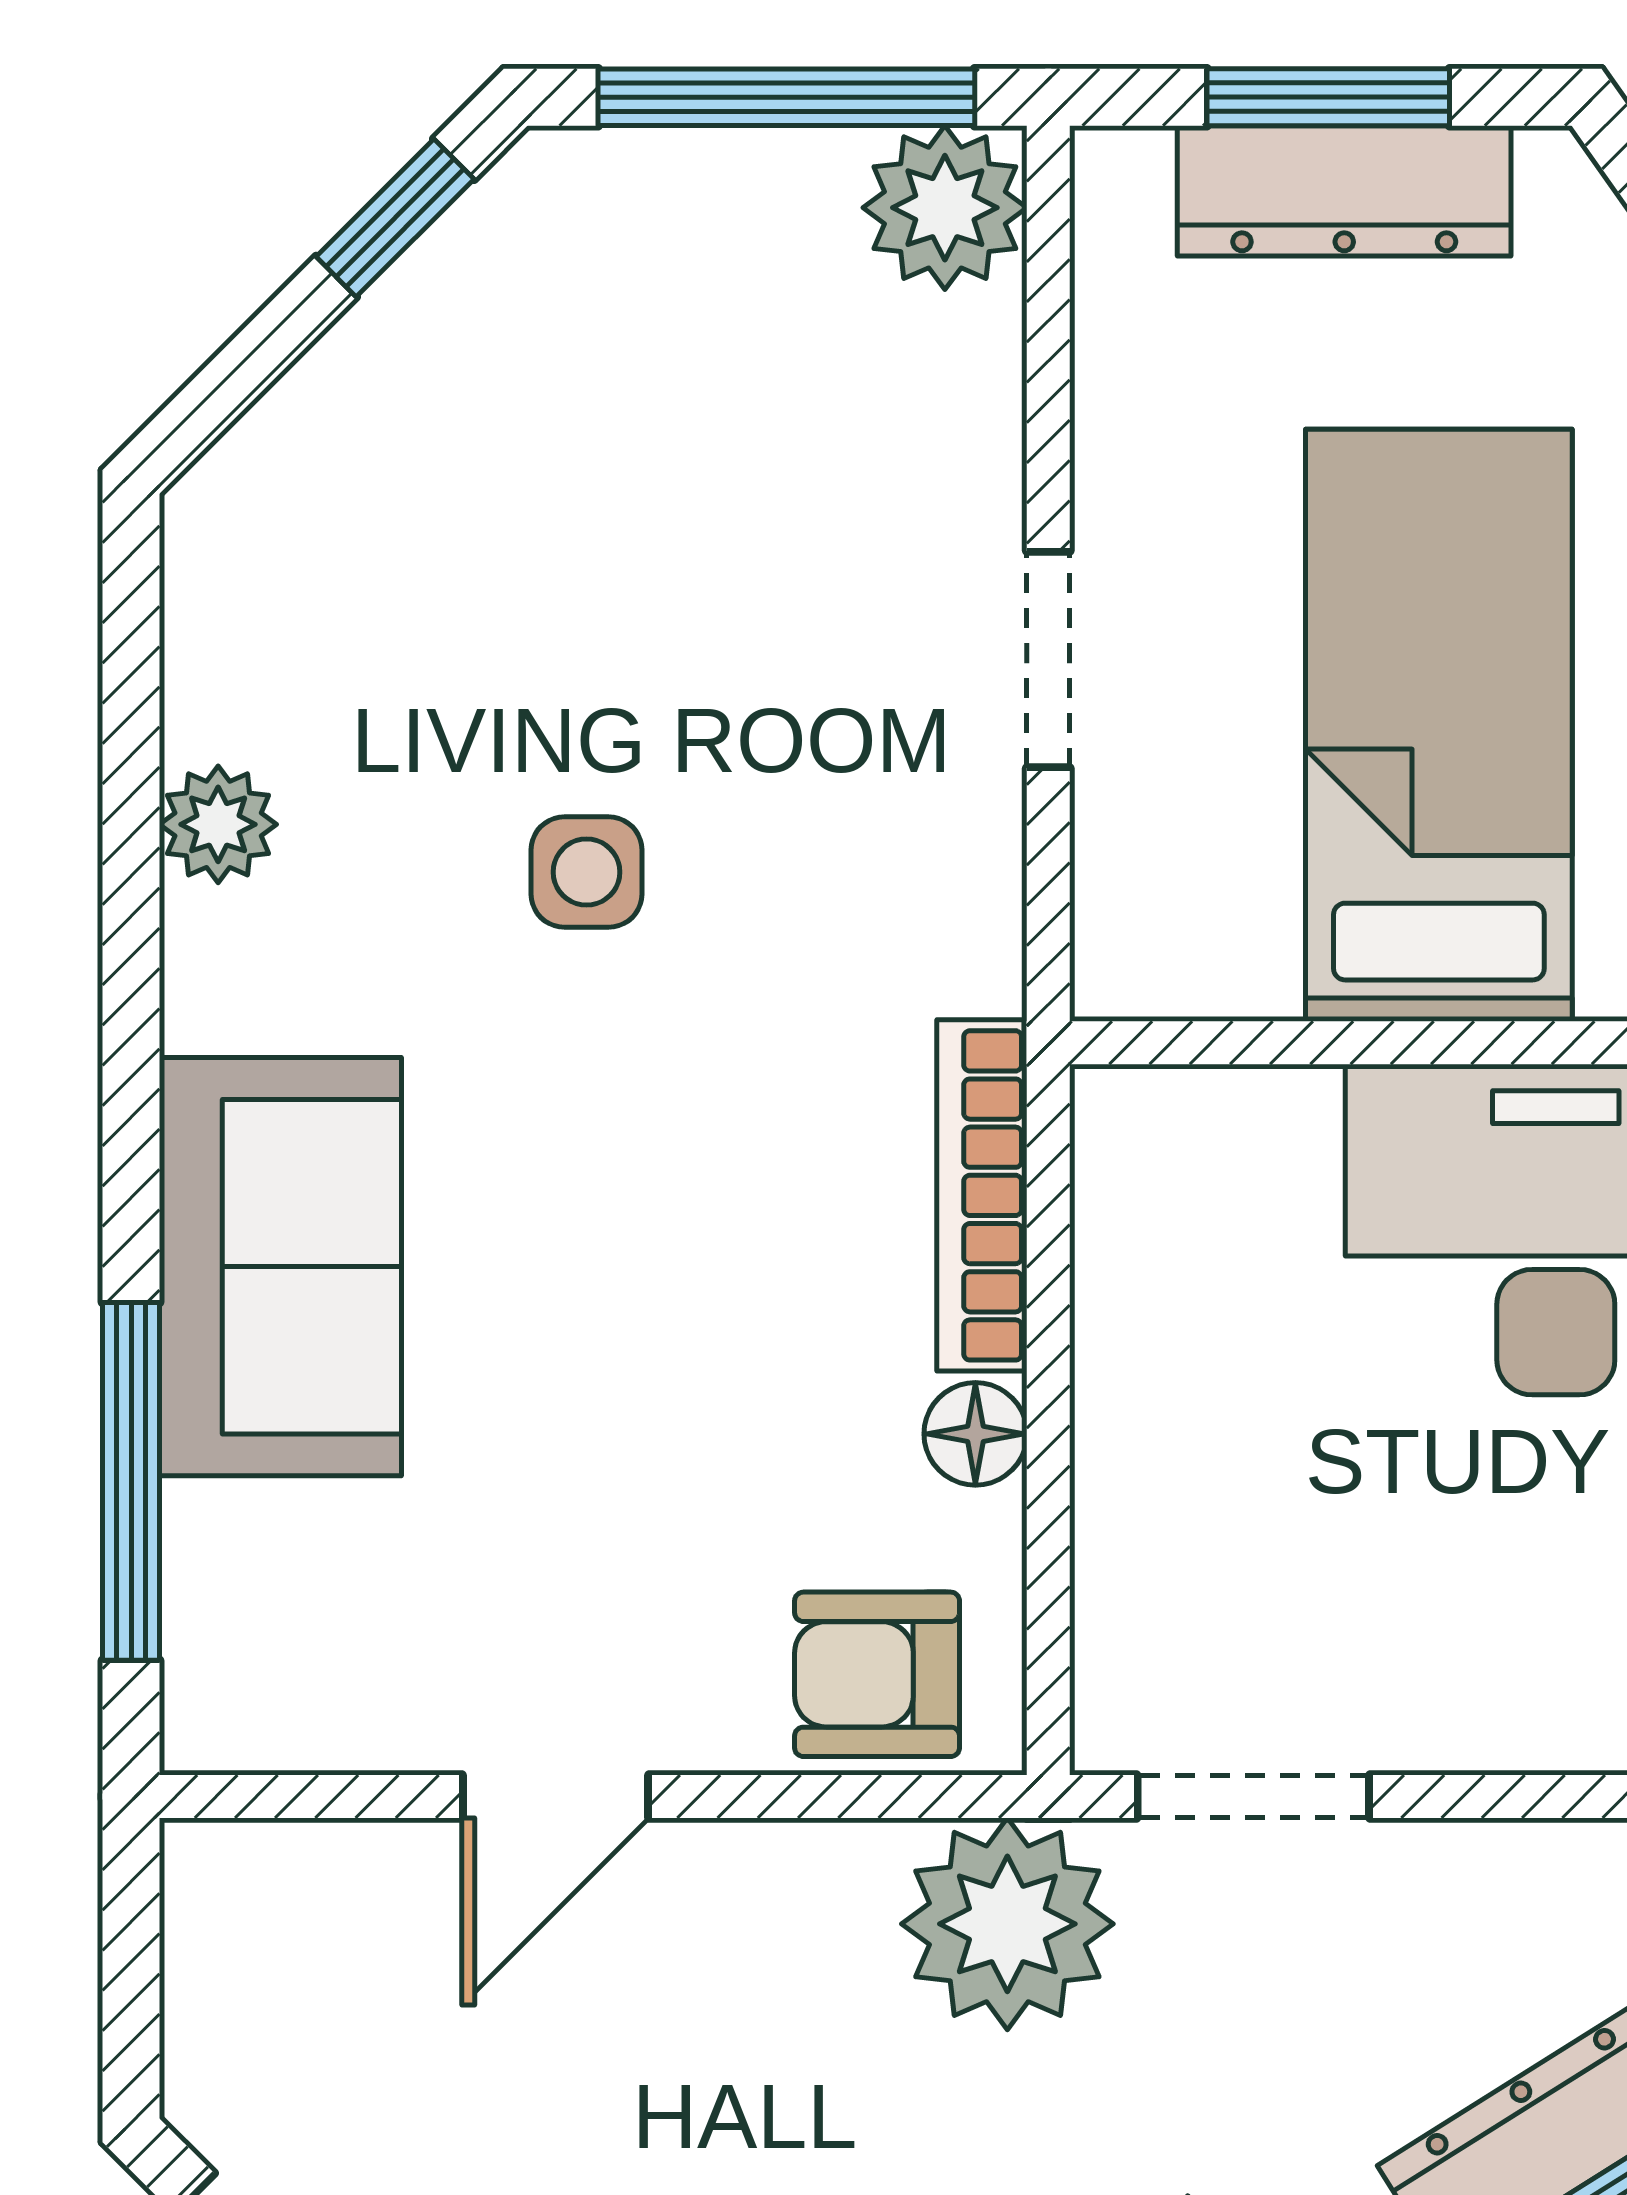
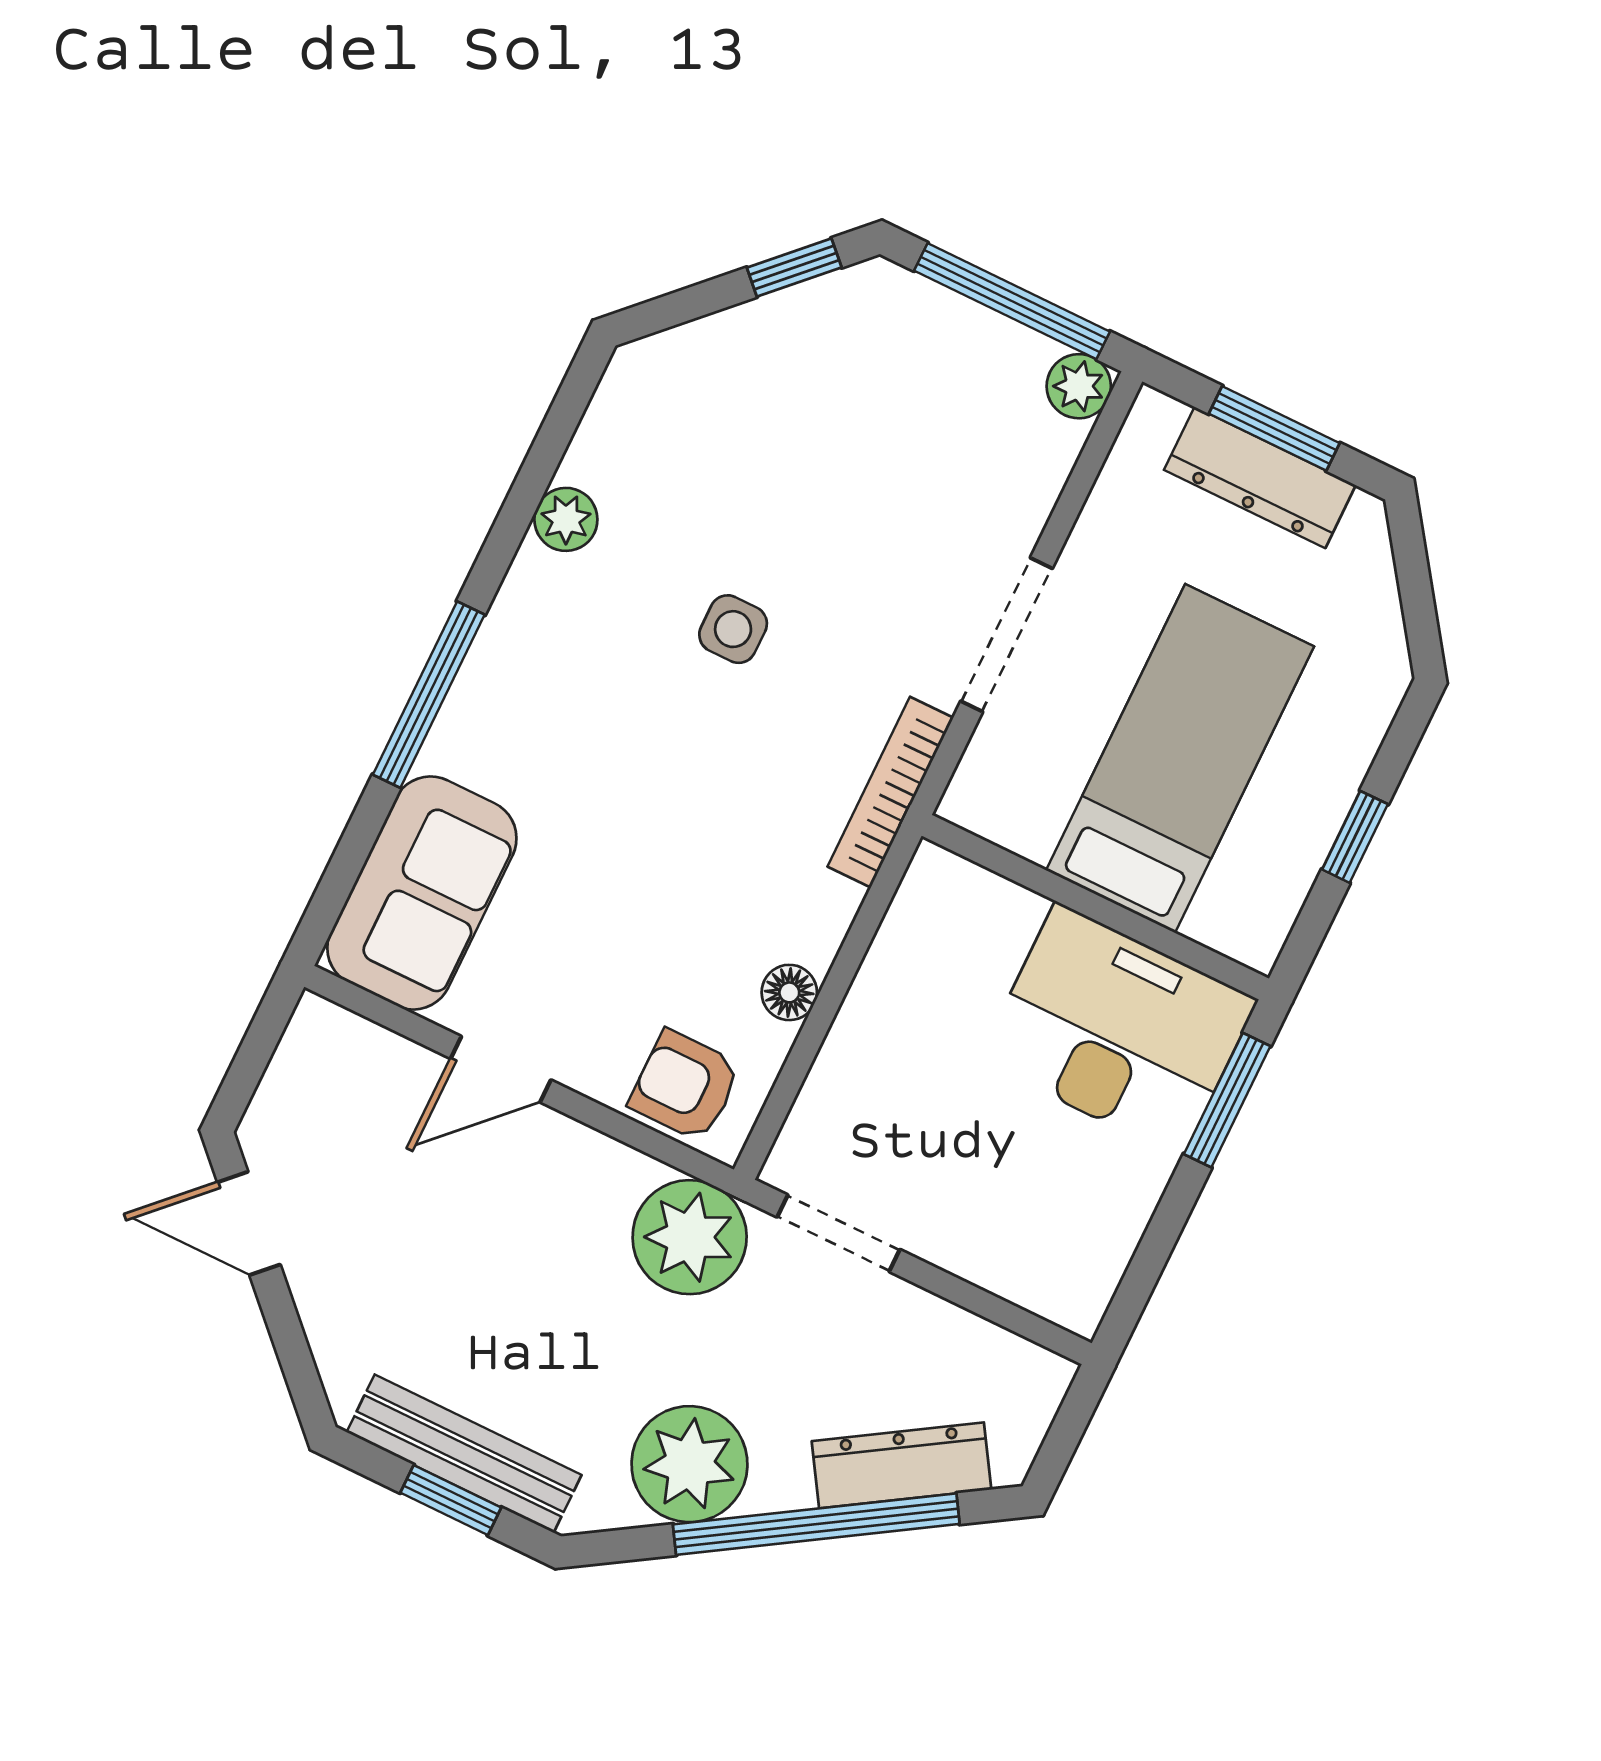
plant: (945, 208) -> (1079, 386), width x0.73, depth x0.73
doorway: (1048, 660) -> (1006, 635), width x1.38
bookcase: (982, 1195) -> (890, 792), moved
sofa: (280, 1267) -> (422, 893), moved
window: (131, 1481) -> (429, 695), moved

